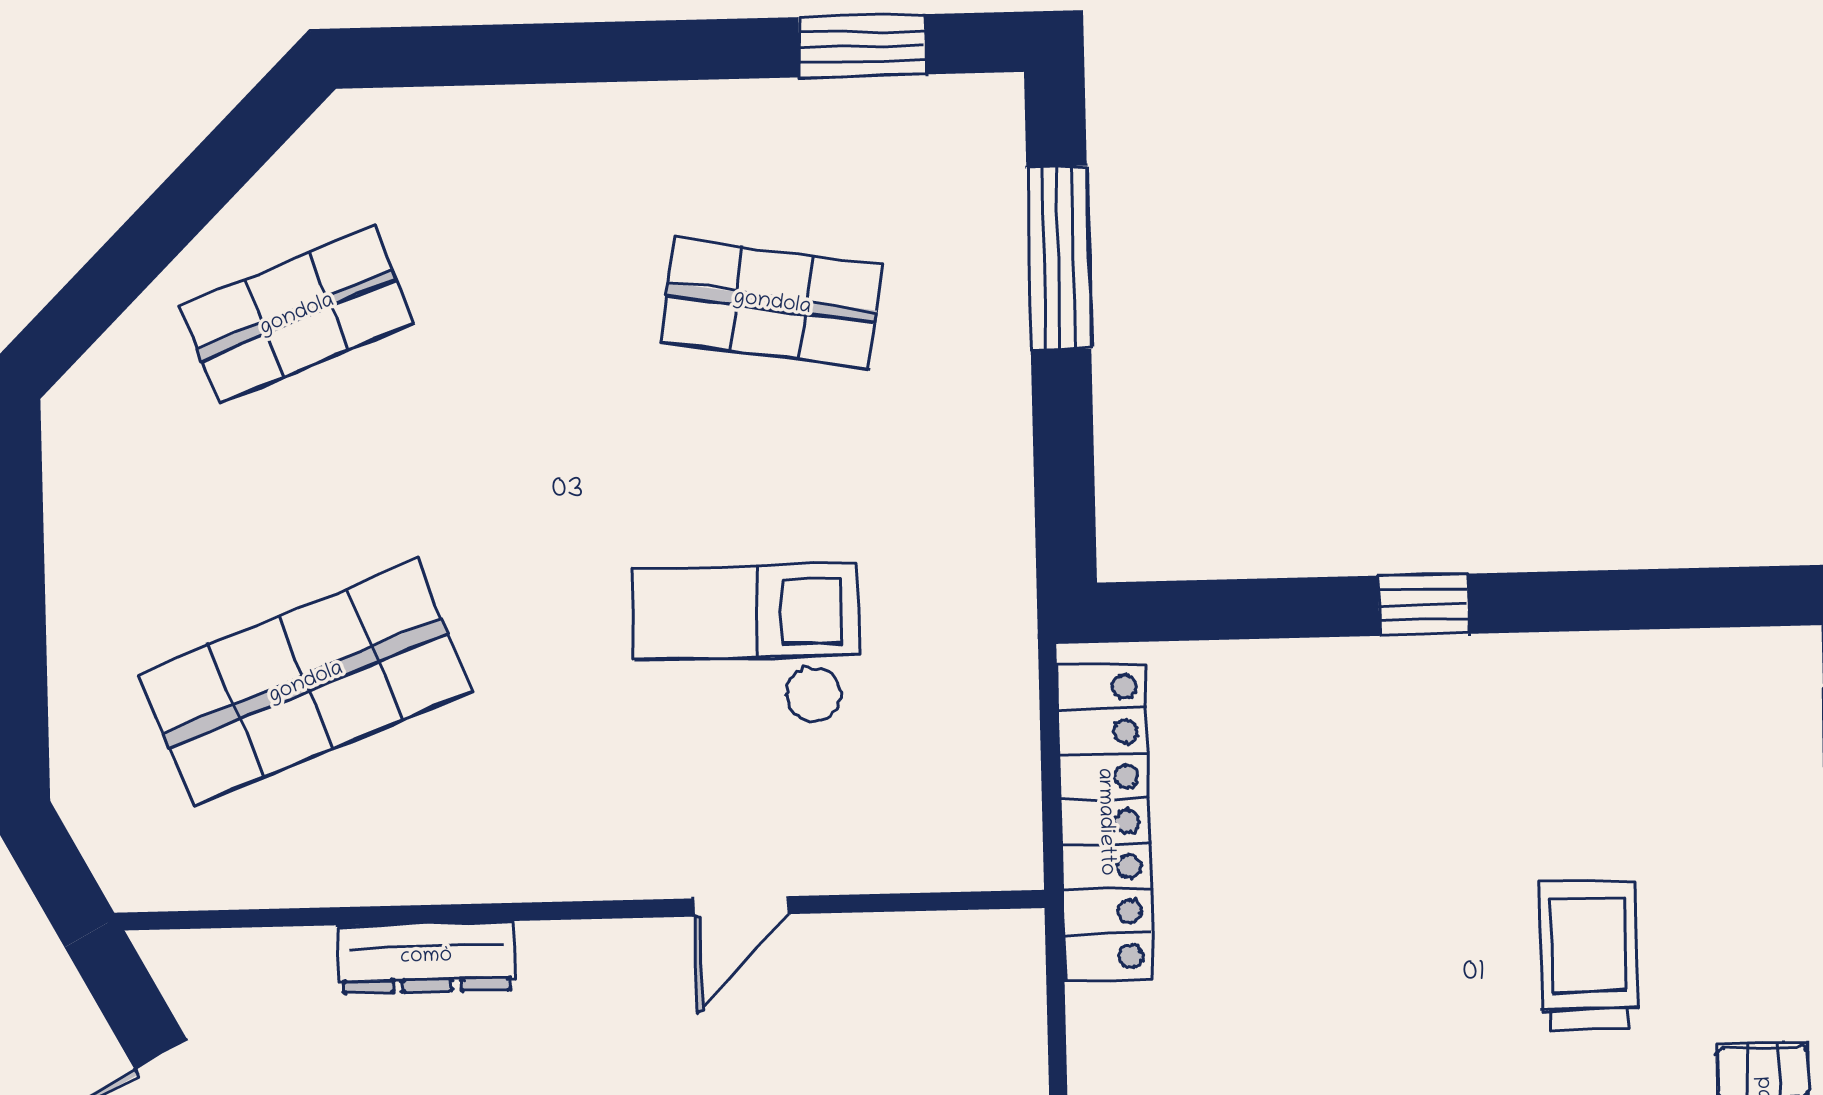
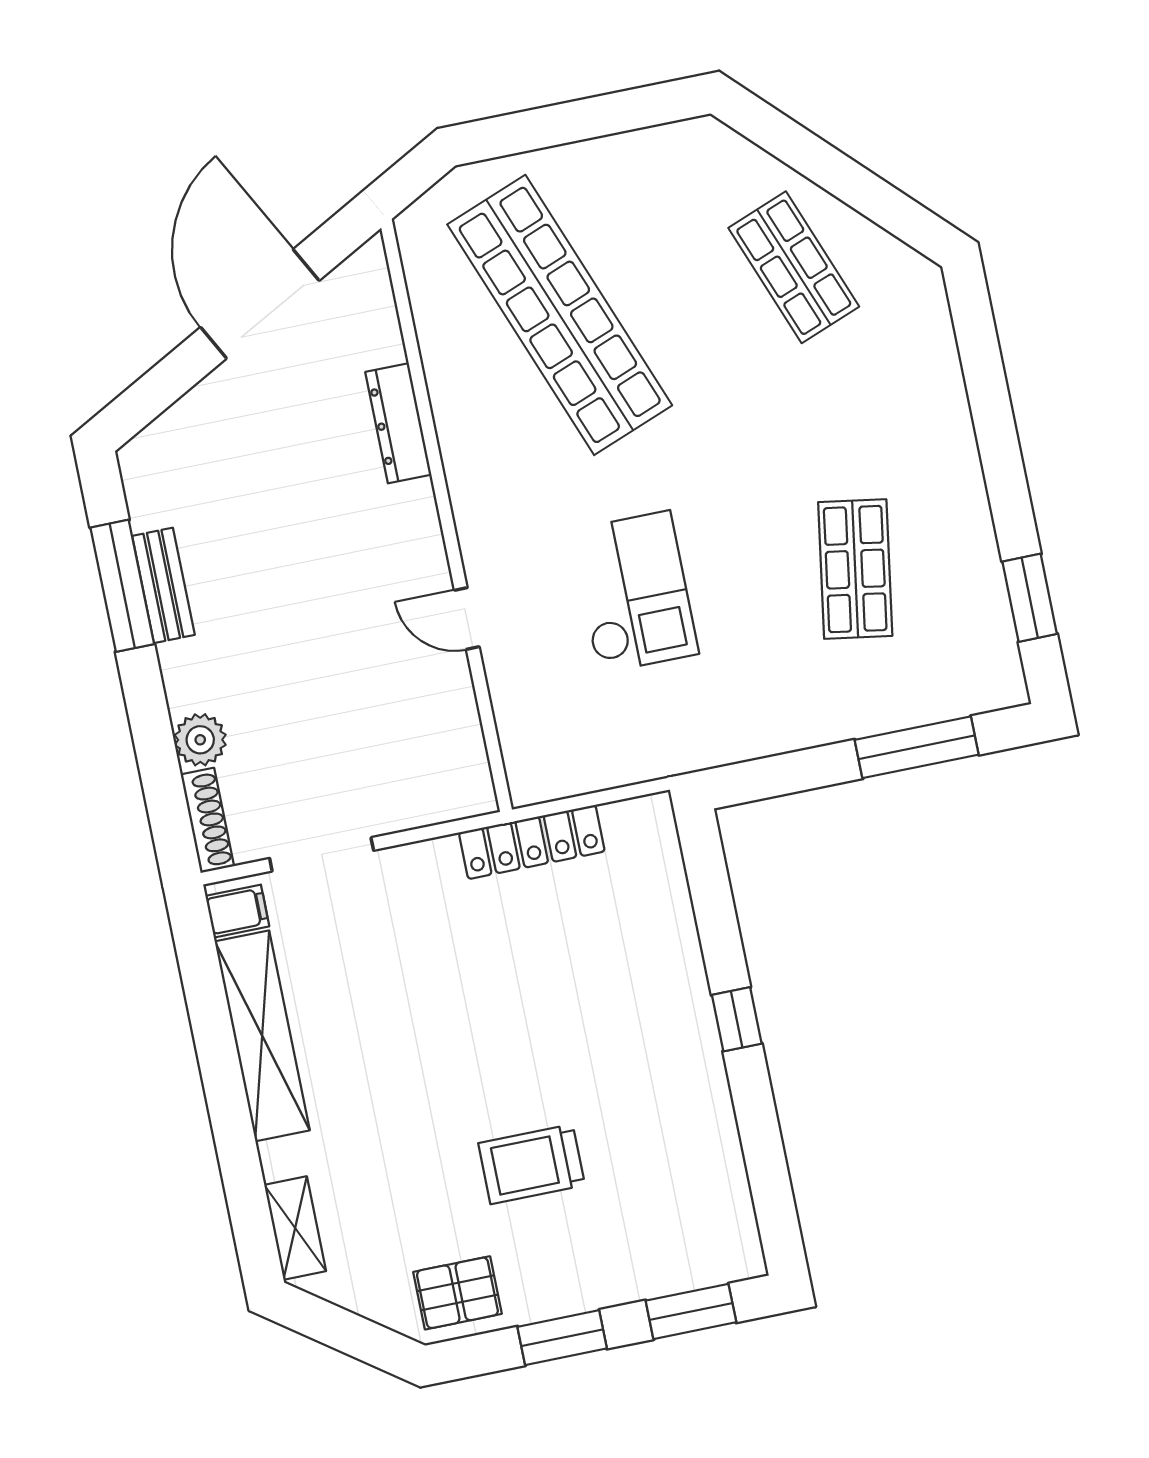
shop shelf: (306, 683) -> (560, 315), width x1.40
locker: (1105, 822) -> (532, 842), width x0.71, depth x0.83
trolley: (1588, 956) -> (532, 1164), turned 180

